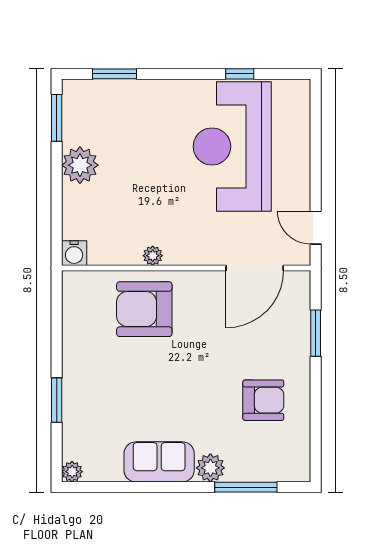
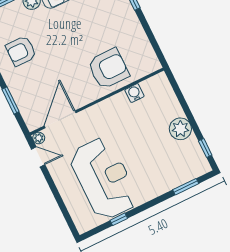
window: (57, 118) -> (205, 148), width x0.67
water cooler: (74, 253) -> (134, 93), moved
plant: (153, 256) -> (39, 138), moved

